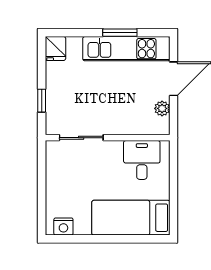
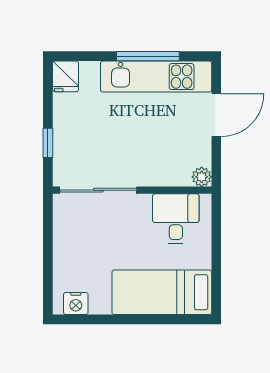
window: (120, 33) -> (148, 56), width x1.44
plant: (162, 108) -> (202, 177), moved
sliding door: (81, 138) -> (98, 190), width x1.37

